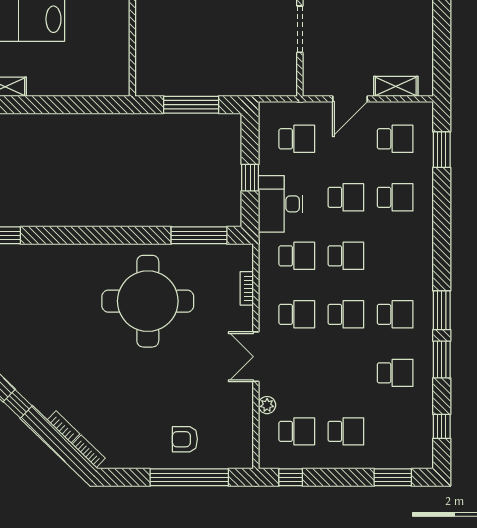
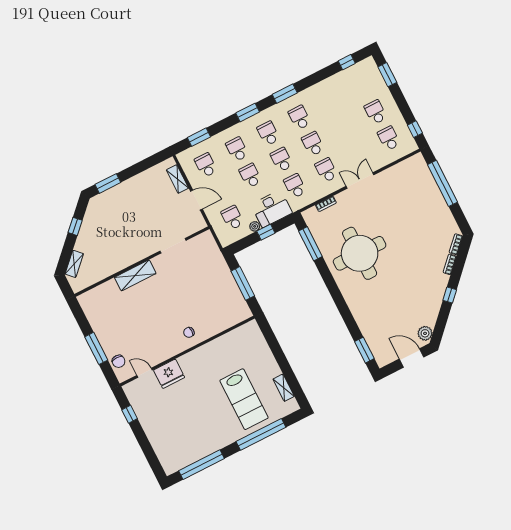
double door: (256, 357) -> (360, 180), swing flipped
window: (442, 360) -> (248, 112), moved
school desk: (395, 373) -> (268, 133), moved
plant: (267, 405) -> (255, 226), moved
armchair: (185, 439) -> (423, 196), removed

